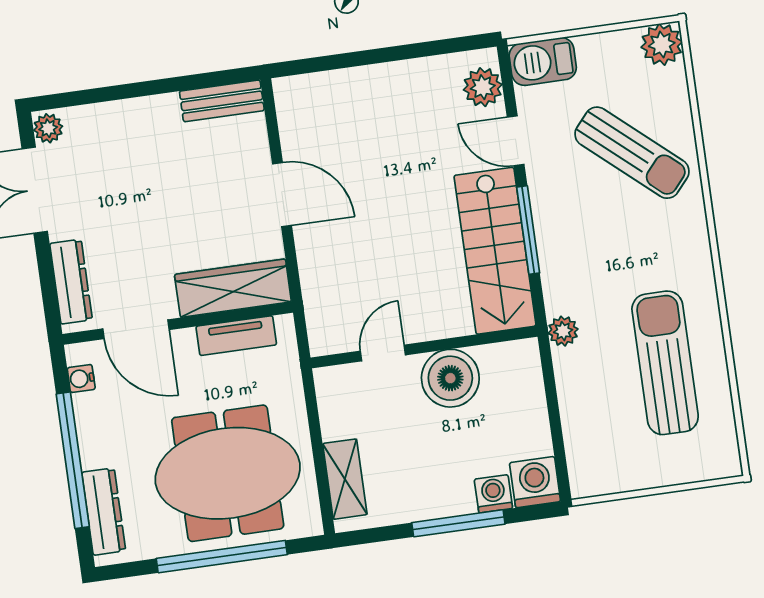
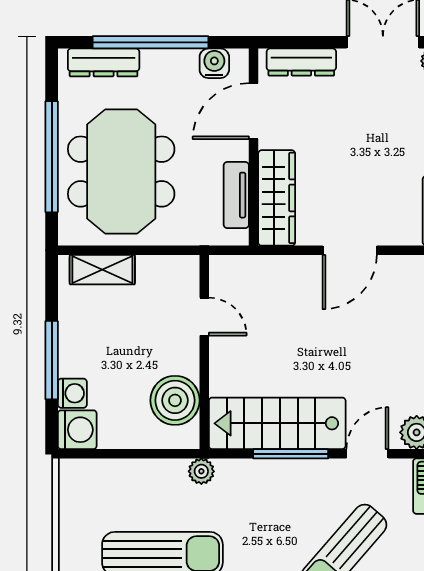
water cooler: (81, 378) -> (214, 63), width x1.38, depth x1.38
boiler: (450, 378) -> (175, 400), moved

